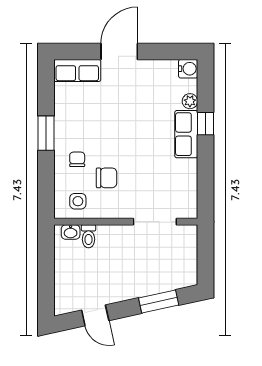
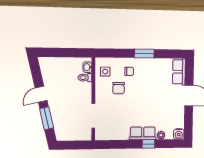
door: (95, 315) -> (41, 94), moved

